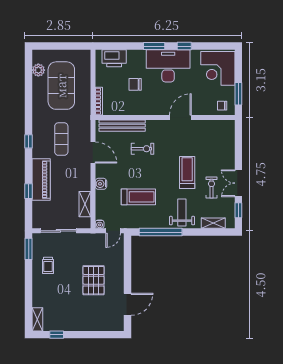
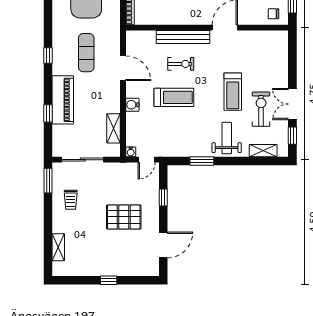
bench: (122, 126) -> (183, 37), moved
treadmill: (187, 172) -> (233, 92), turned 180
exercise bike: (211, 188) -> (261, 109), width x1.38, depth x1.39
treadmill: (138, 197) -> (174, 97), moved
window: (161, 232) -> (202, 161), width x0.47
window: (128, 263) -> (163, 197), added
pallet: (94, 280) -> (124, 217), turned 90
shelving: (37, 319) -> (58, 247), moved
window: (57, 335) -> (109, 280), moved

